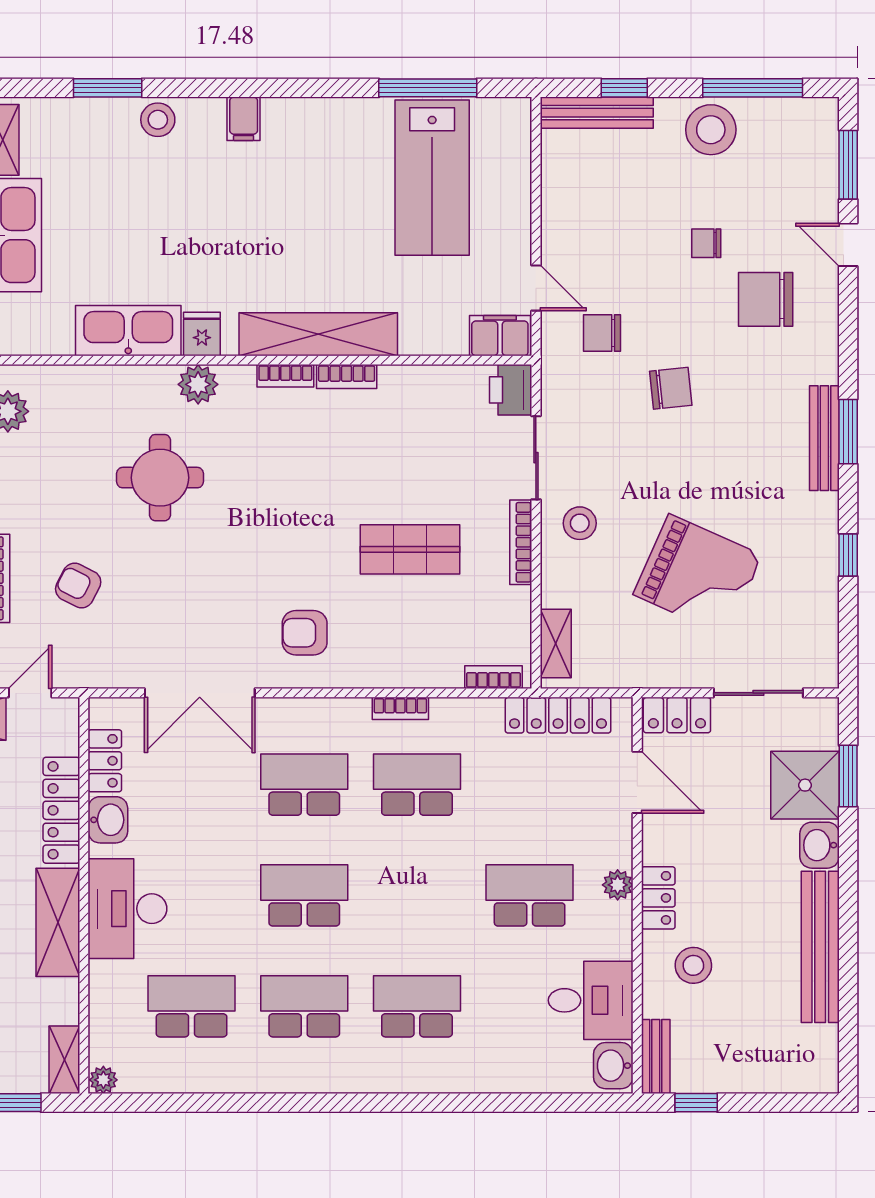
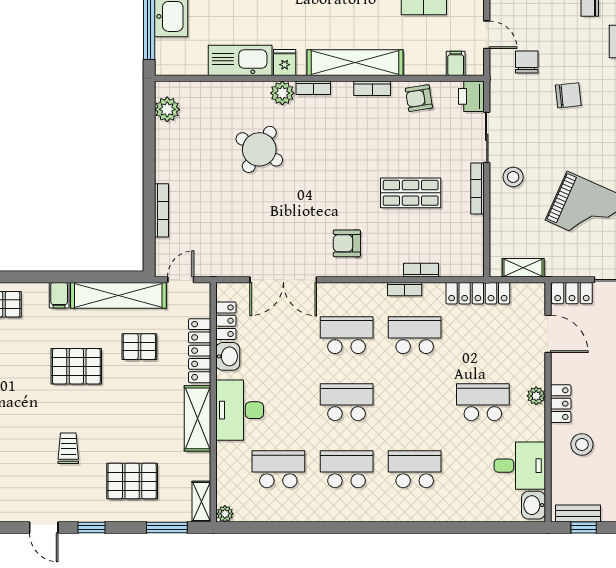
chair: (602, 333) -> (527, 62), turned 90
filing cabinet: (500, 336) -> (456, 63), width x0.50
bookcase: (285, 376) -> (313, 88), moved
round table: (160, 478) -> (259, 149), turned 32
armchair: (78, 586) -> (419, 98), moved, turned -36
shelving: (556, 644) -> (523, 268), moved, turned 90
bookcase: (493, 677) -> (421, 270), moved
locker: (558, 715) -> (478, 293), moved
bench: (656, 1057) -> (578, 513), moved, turned 90

